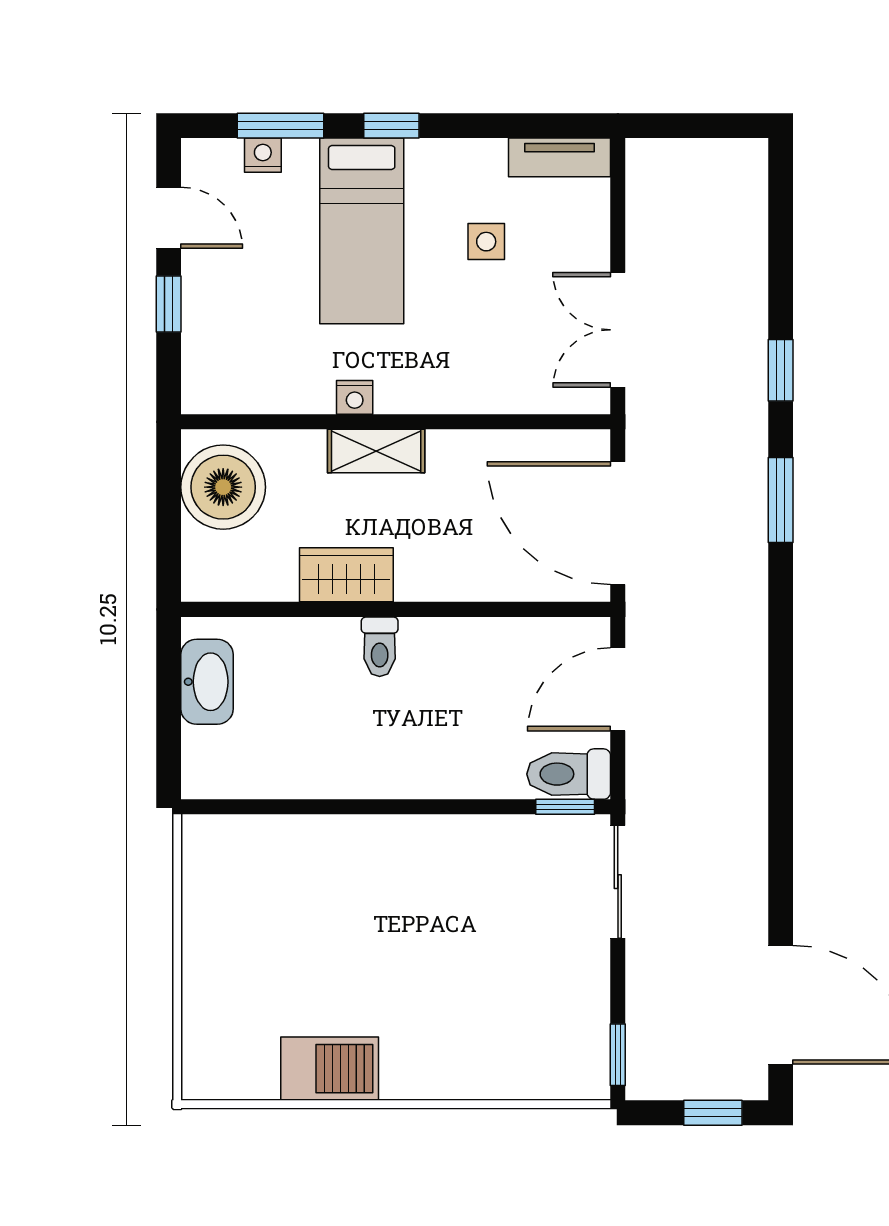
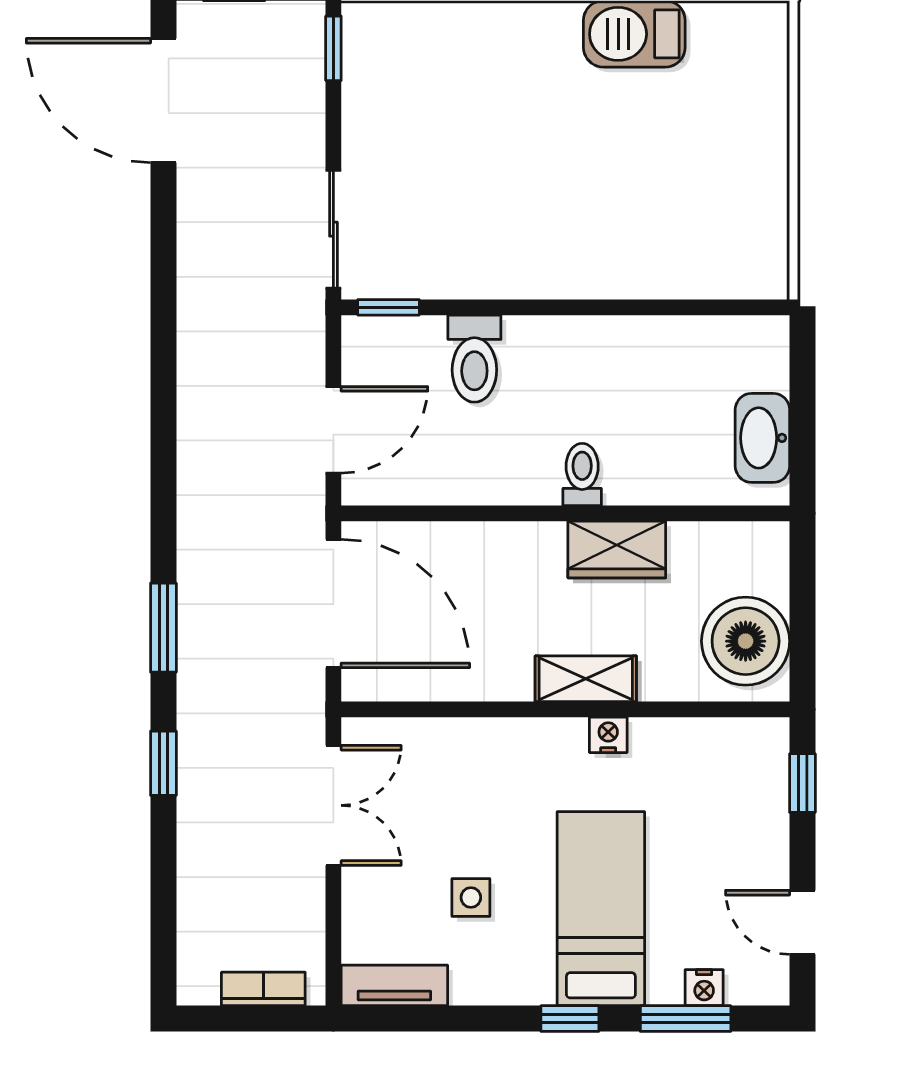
bookcase: (685, 154) -> (263, 989), added
window: (169, 304) -> (802, 783), moved
toilet: (569, 774) -> (474, 359), moved, turned 90

